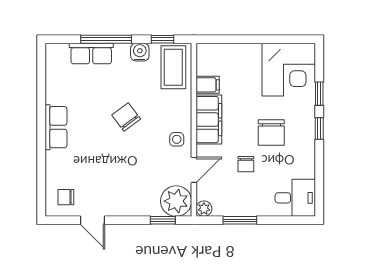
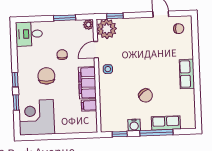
coffee table: (173, 67) -> (112, 116), removed
chair: (126, 117) -> (146, 96), moved

